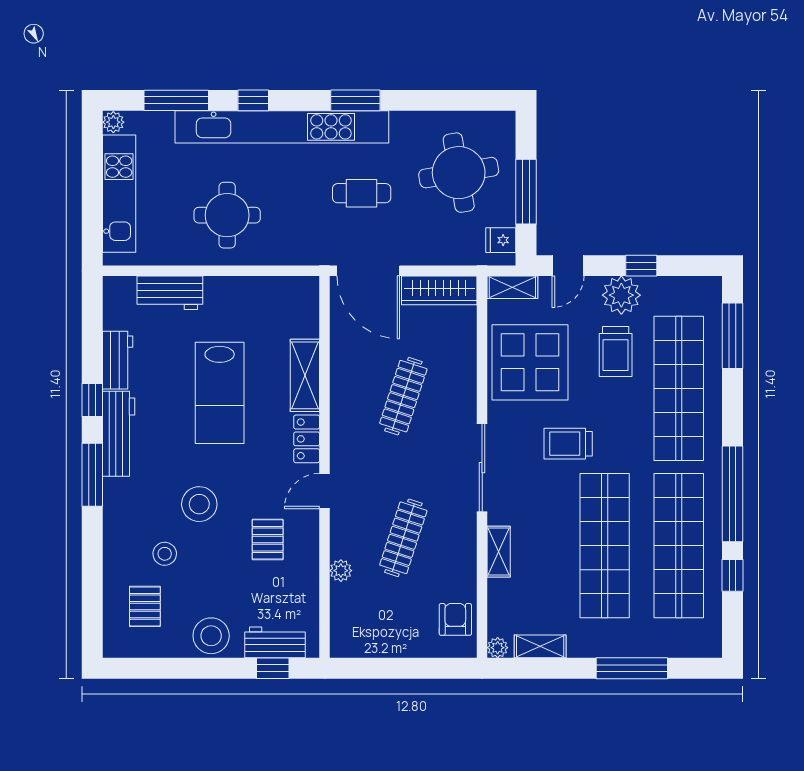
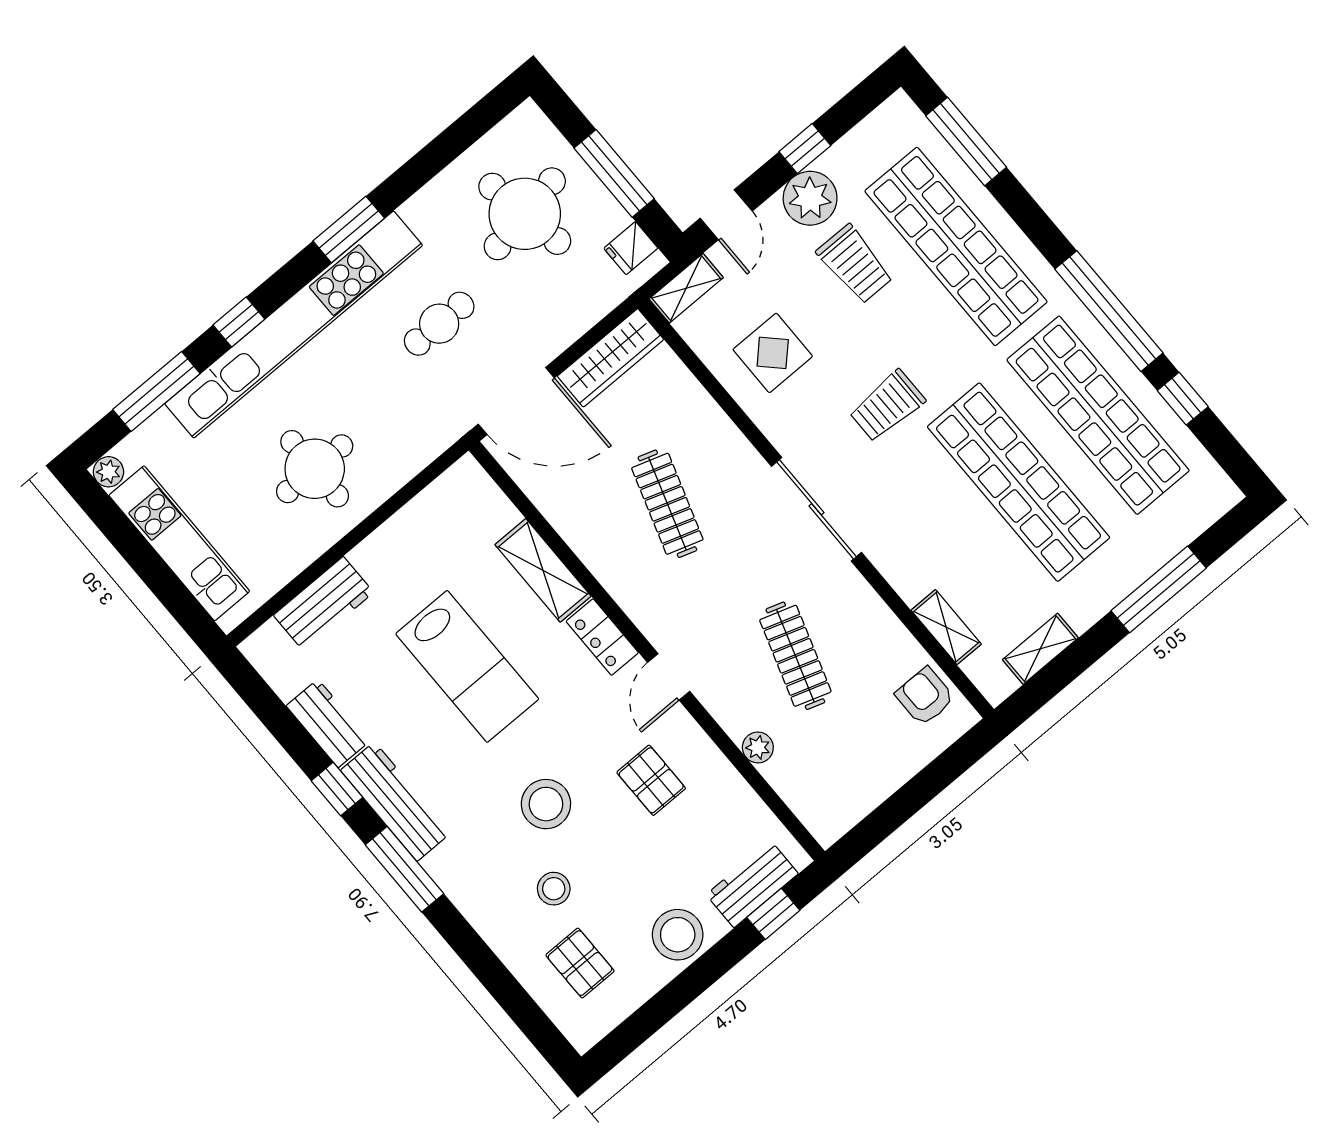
display table: (530, 362) -> (773, 353), width x0.54, depth x0.54
shelving: (499, 552) -> (946, 627), moved
plant: (498, 648) -> (996, 689), removed

